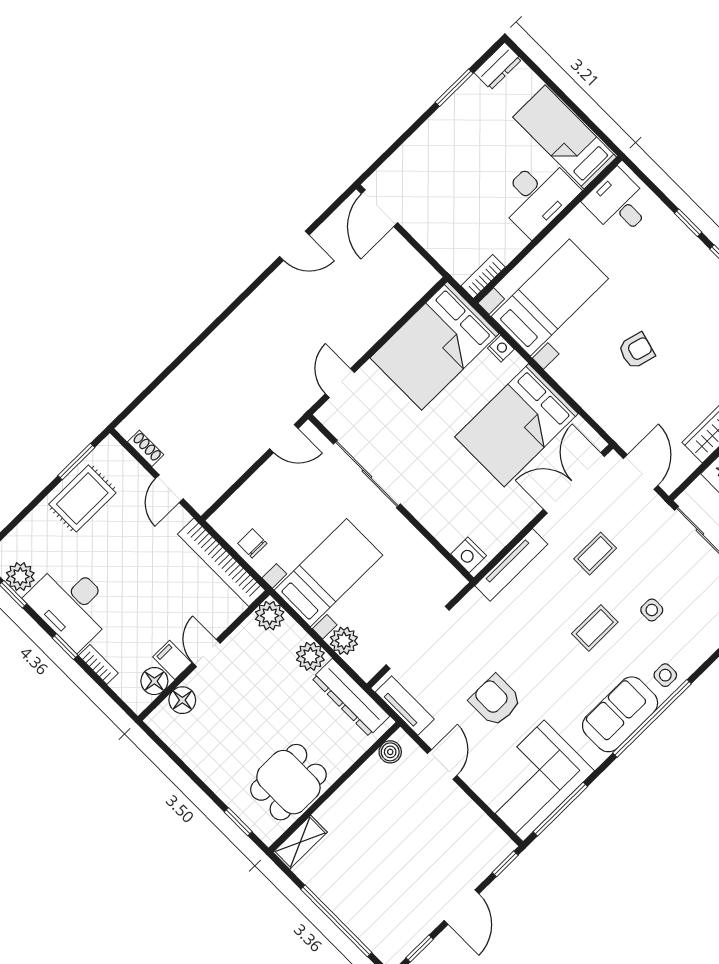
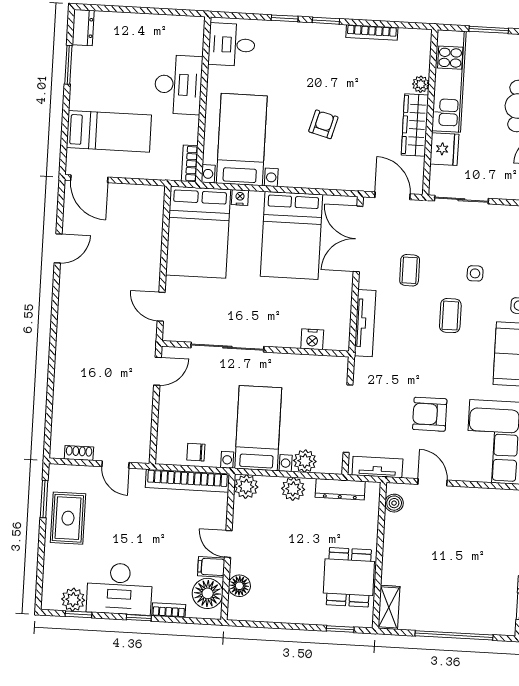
bed: (565, 137) -> (109, 131), moved, turned 180
nightstand: (469, 555) -> (312, 339), moved
floor lamp: (154, 681) -> (208, 593), width x1.38, depth x1.38
dresser: (351, 697) -> (340, 489), width x0.73, depth x0.80

